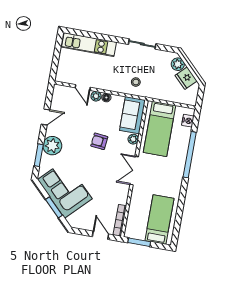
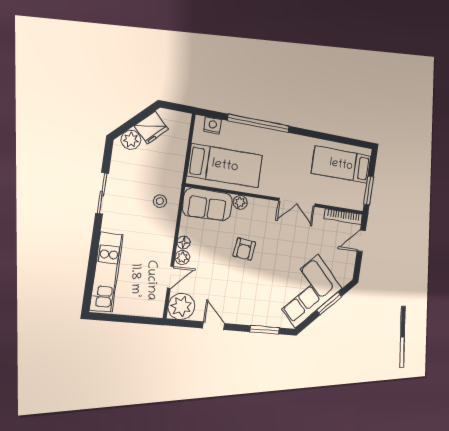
plant: (52, 146) -> (181, 306), moved
double door: (134, 171) -> (297, 202), moved

